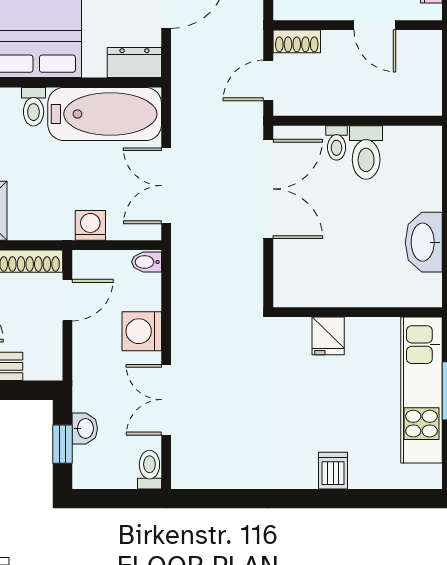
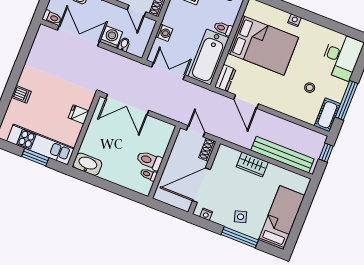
door: (375, 25) -> (201, 185), width x1.87
toilet: (337, 143) -> (149, 174), moved
double door: (268, 189) -> (127, 104), moved
washbasin: (424, 242) -> (87, 164), moved
bidet: (147, 262) -> (124, 44), moved
double door: (166, 400) -> (78, 36), width x1.37

